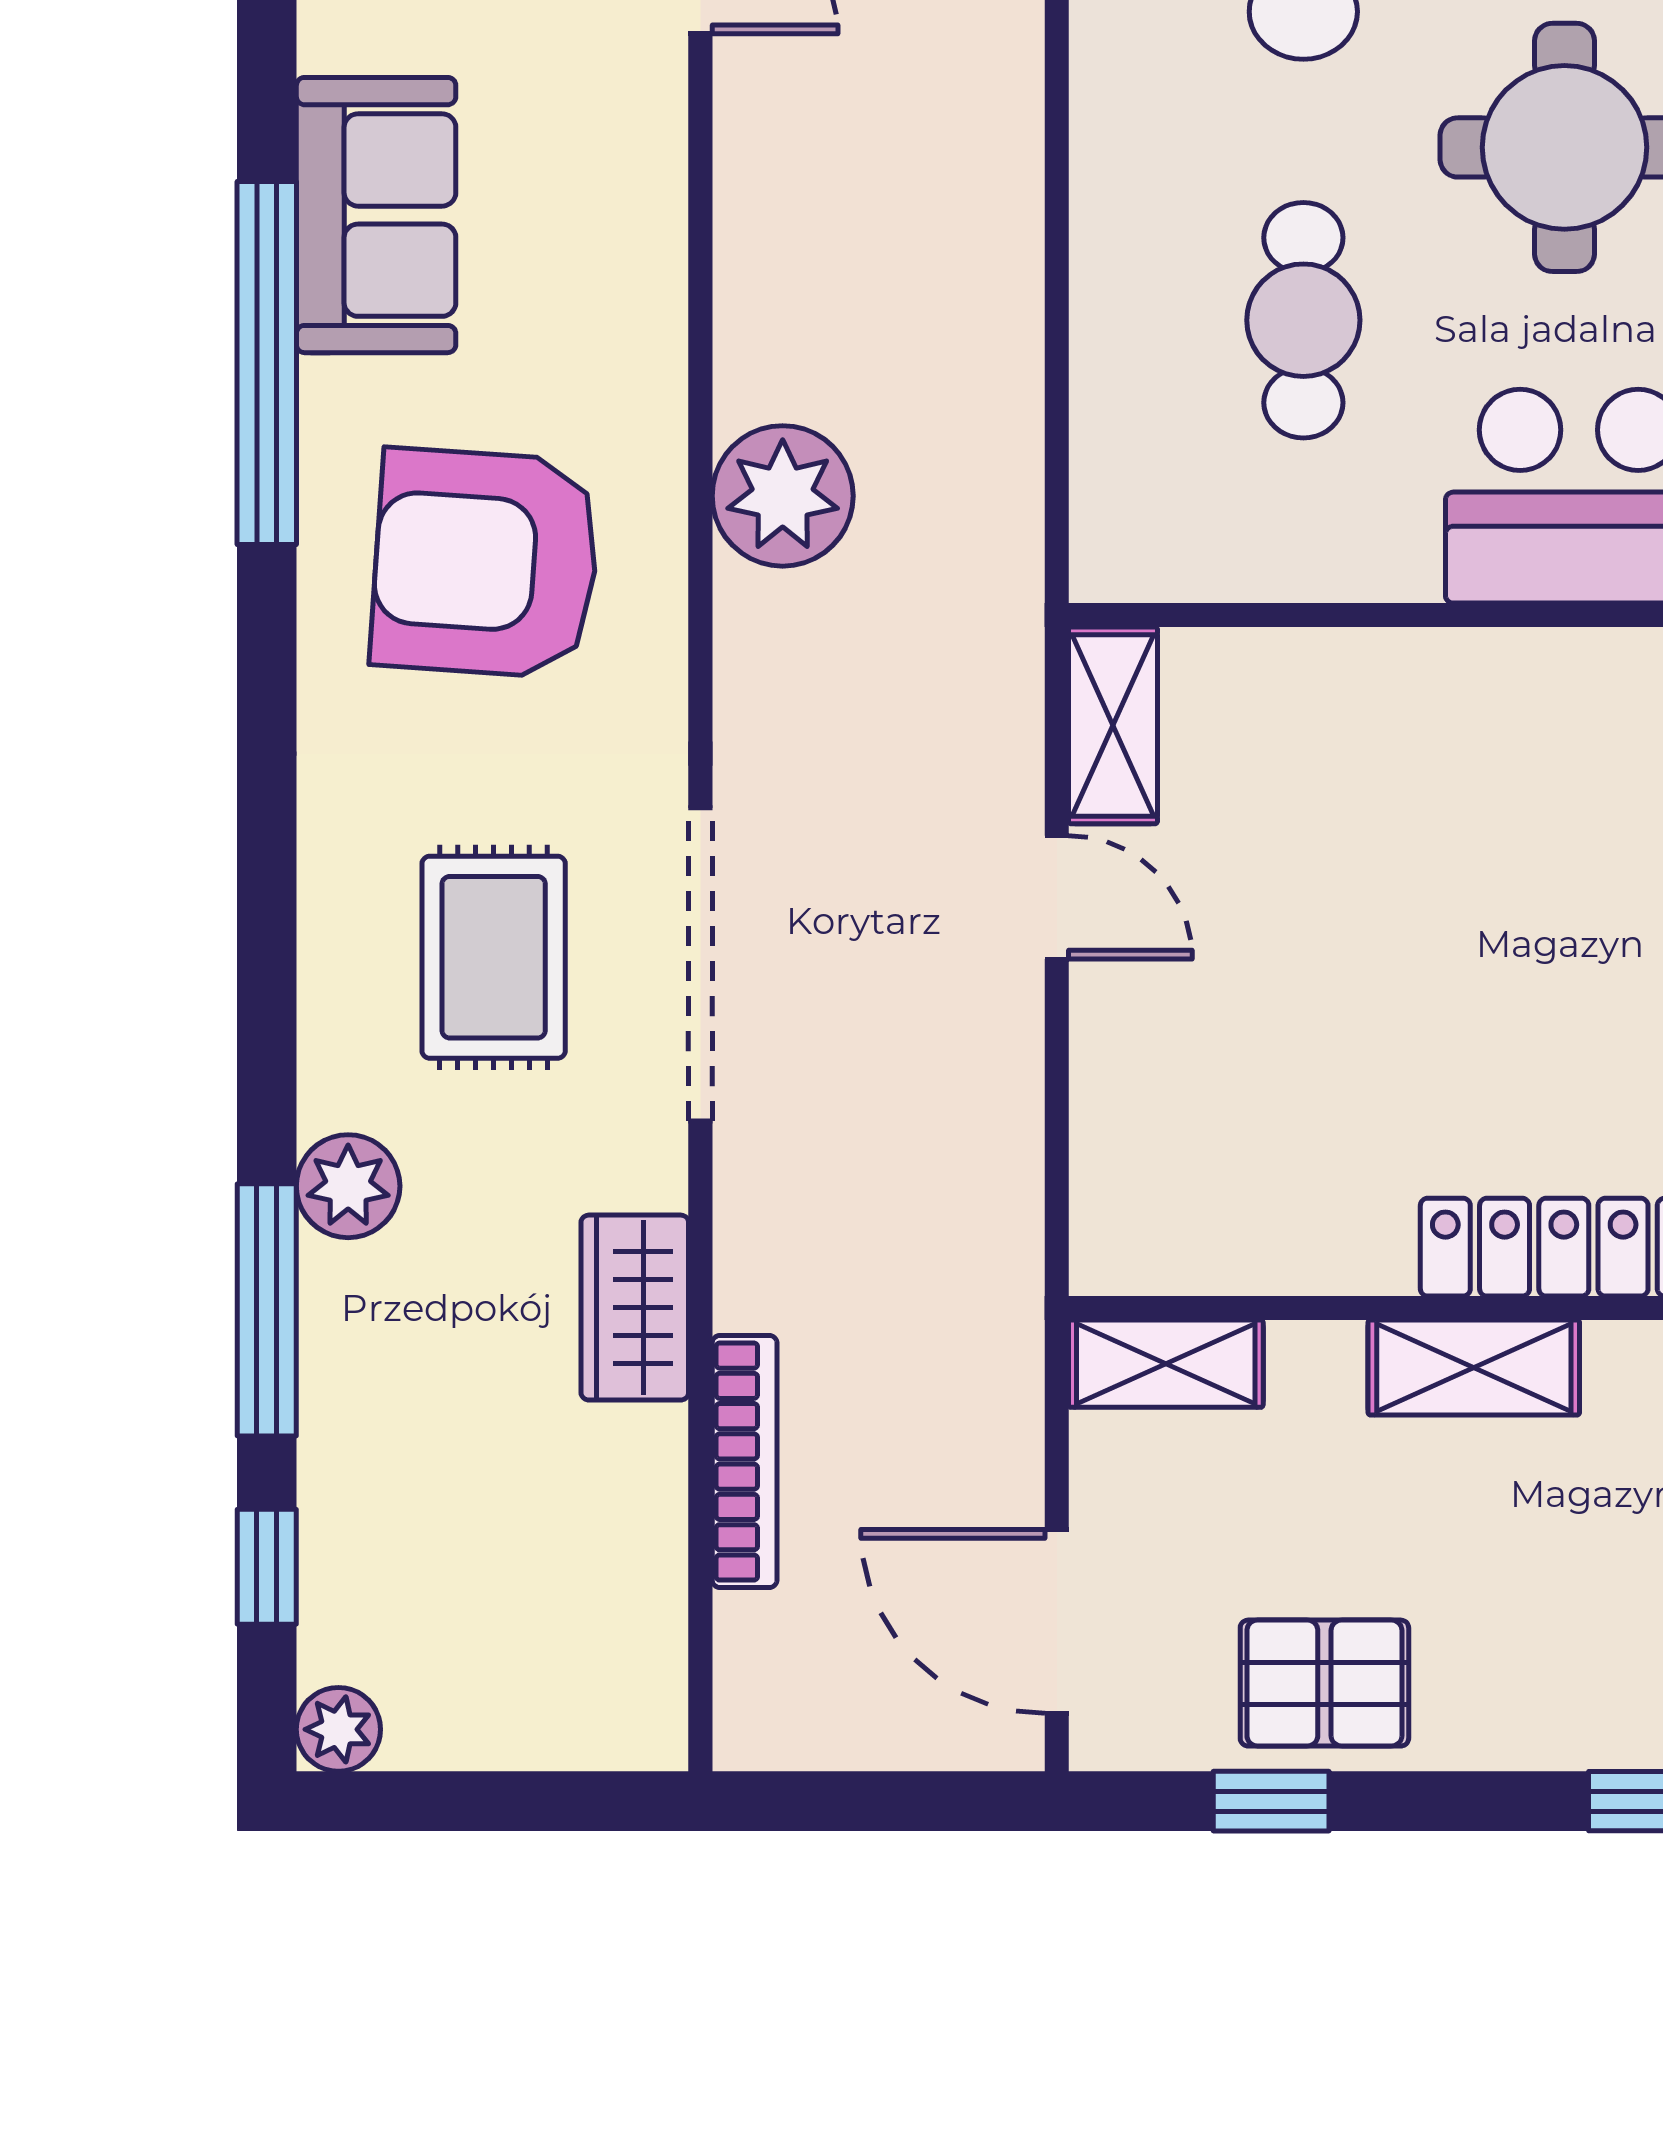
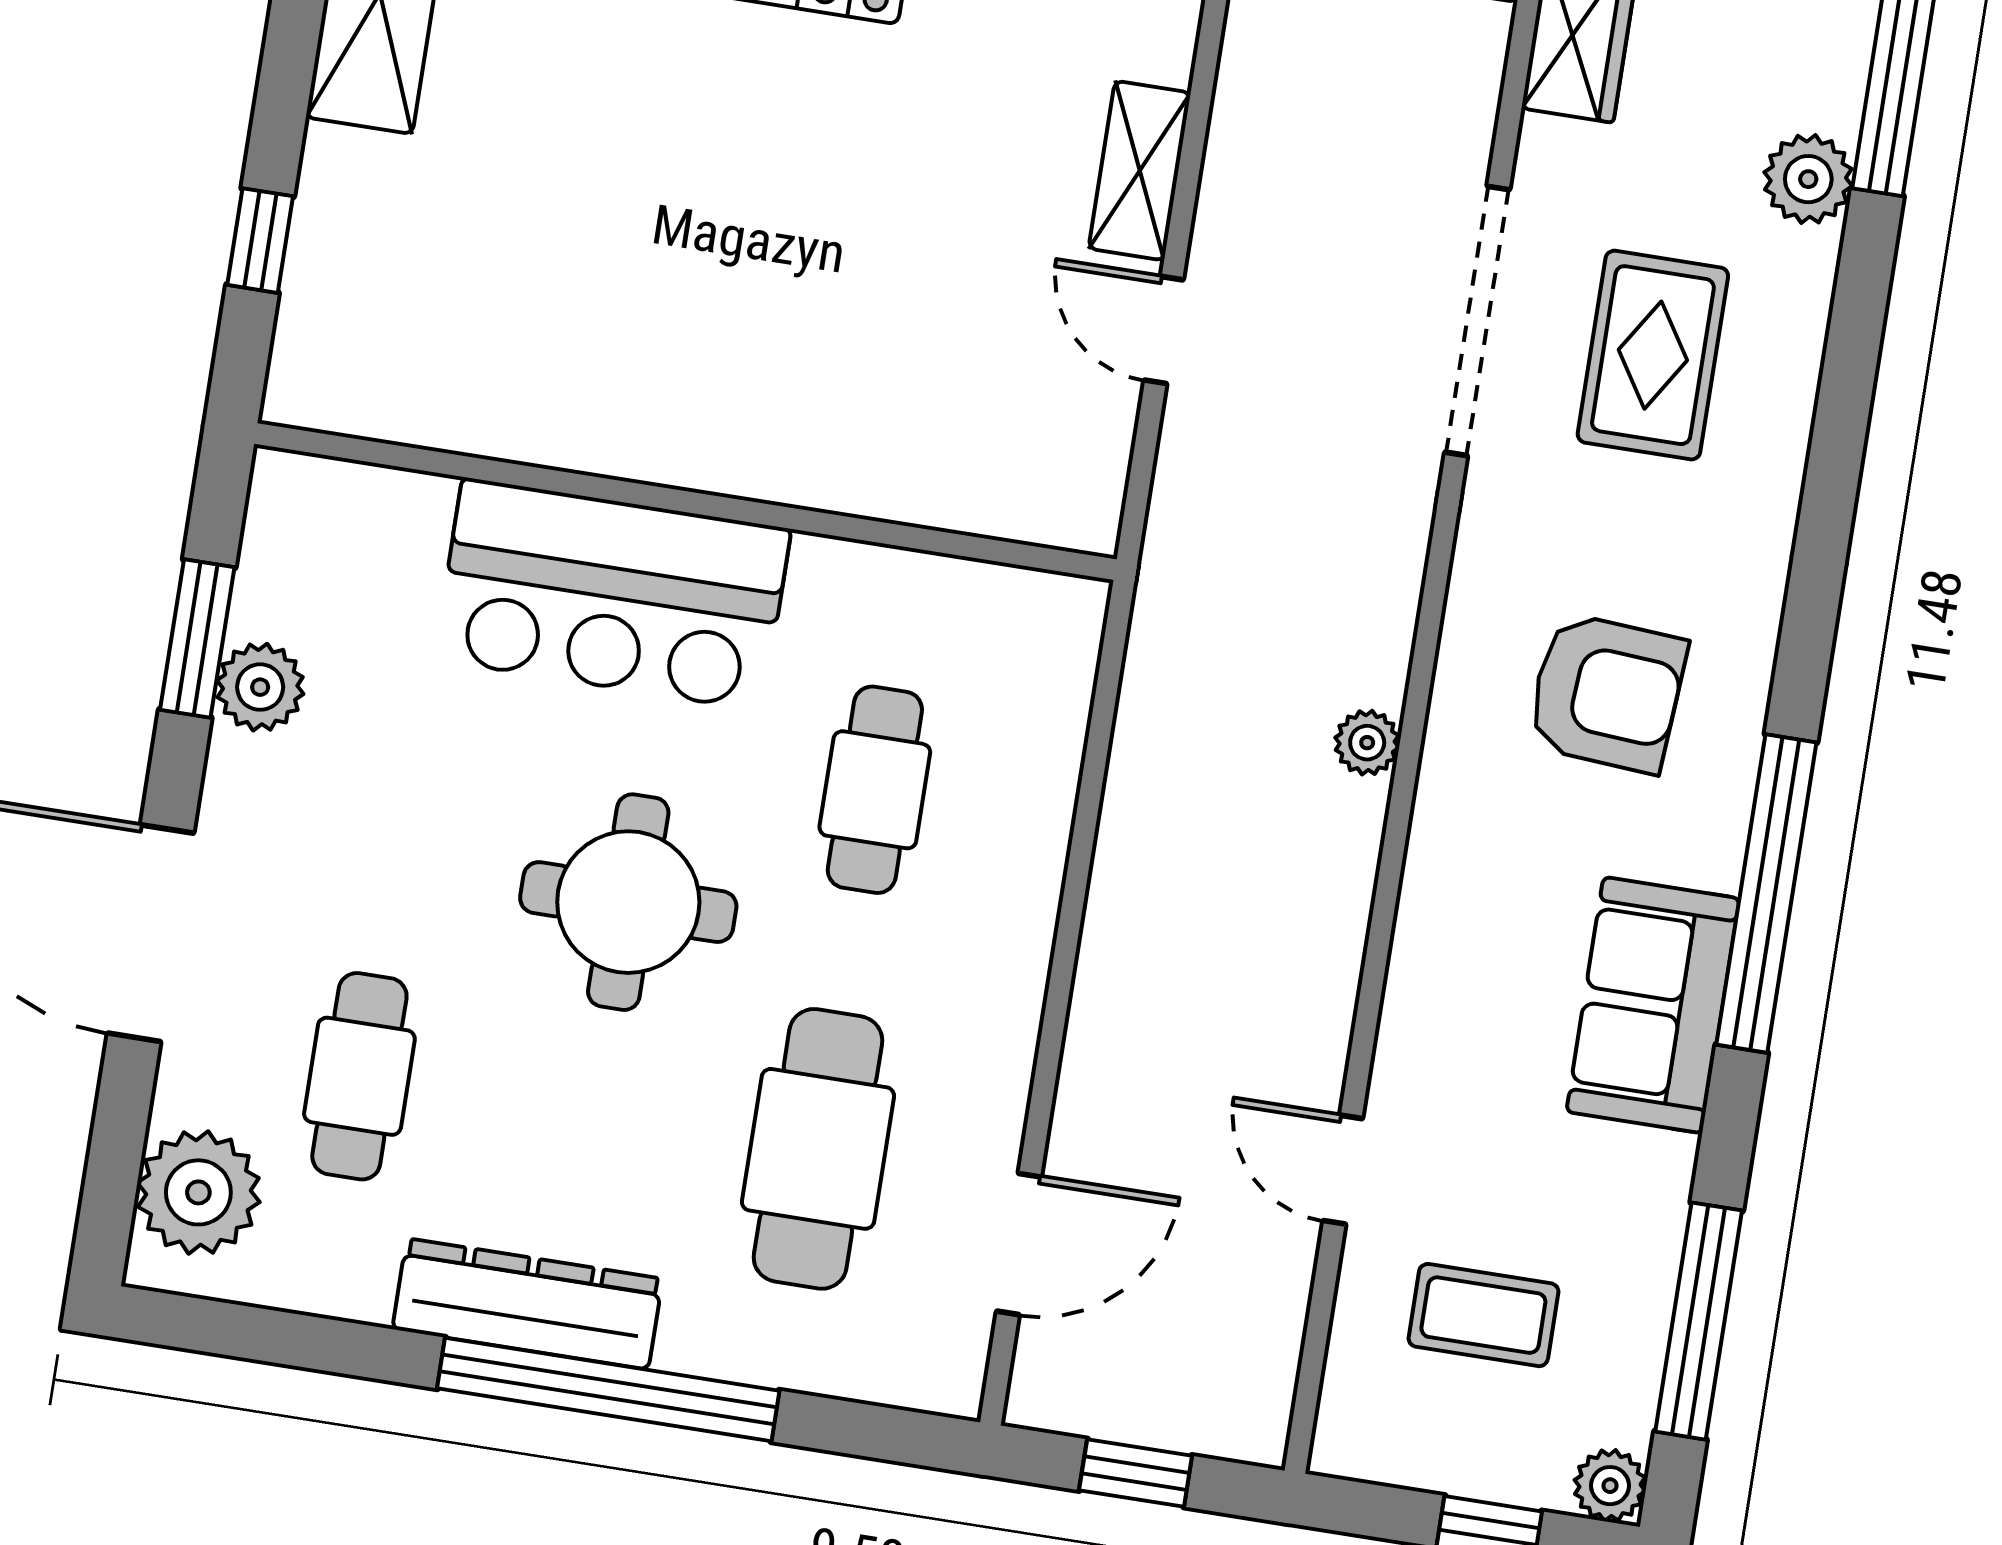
plant: (783, 496) -> (1367, 743), width x0.53, depth x0.53
armchair: (486, 563) -> (1607, 693), width x0.73, depth x0.73
shelving: (1113, 725) -> (1140, 171), moved

